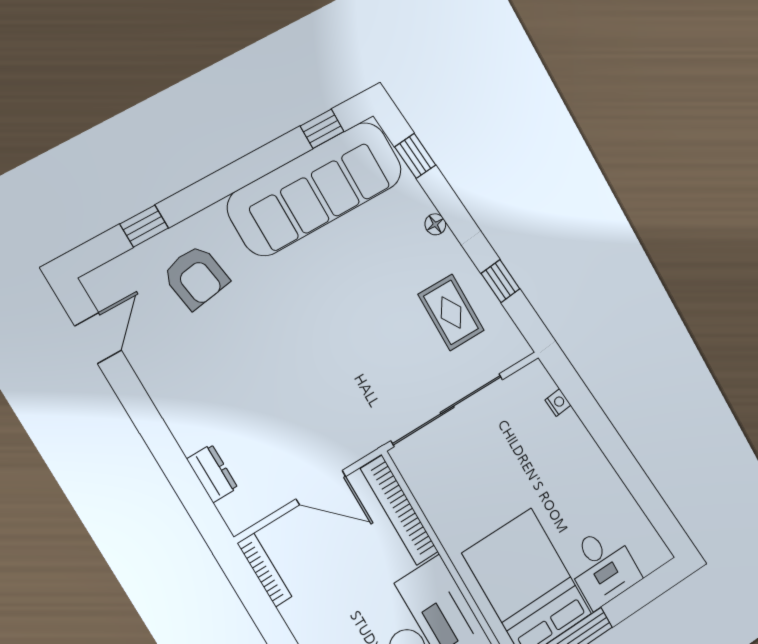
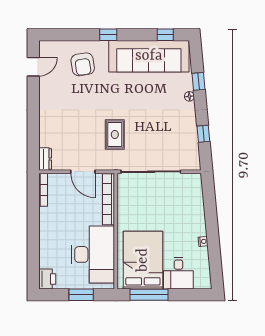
window: (415, 156) -> (199, 81), moved
window: (144, 226) -> (108, 35), moved
rug: (451, 312) -> (115, 134), moved
nightstand: (558, 403) -> (203, 241), moved
dresser: (212, 473) -> (45, 159), moved

